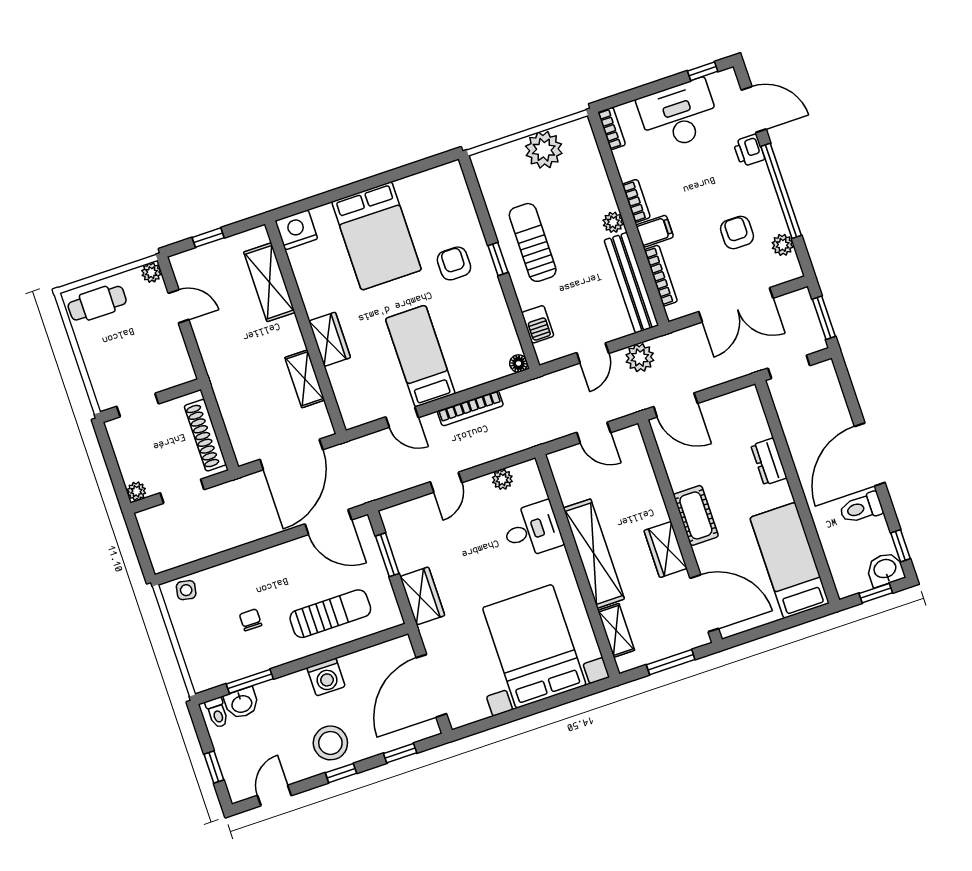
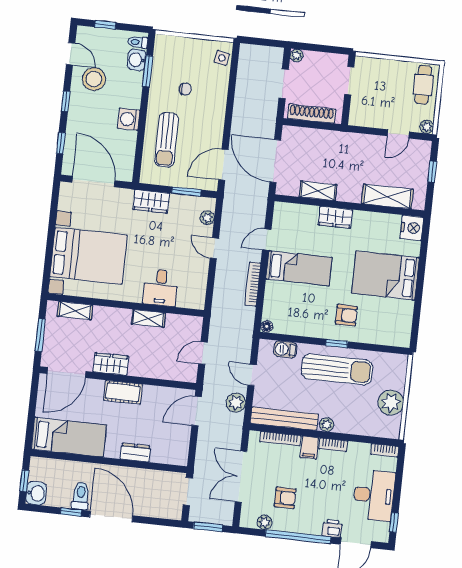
sun lounger: (533, 242) -> (337, 369), width x1.36, depth x1.34
plant: (502, 479) -> (207, 218), moved
window: (901, 546) -> (71, 512), moved
shelving: (594, 554) -> (148, 318), width x0.45, depth x0.75
stool: (330, 743) -> (94, 79), moved

